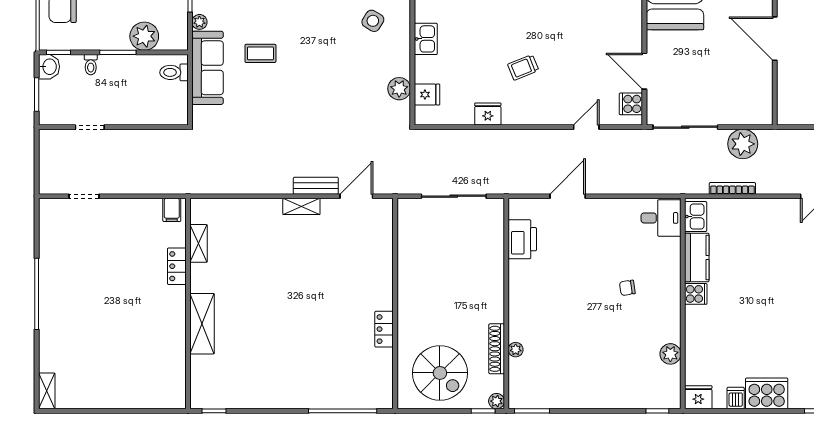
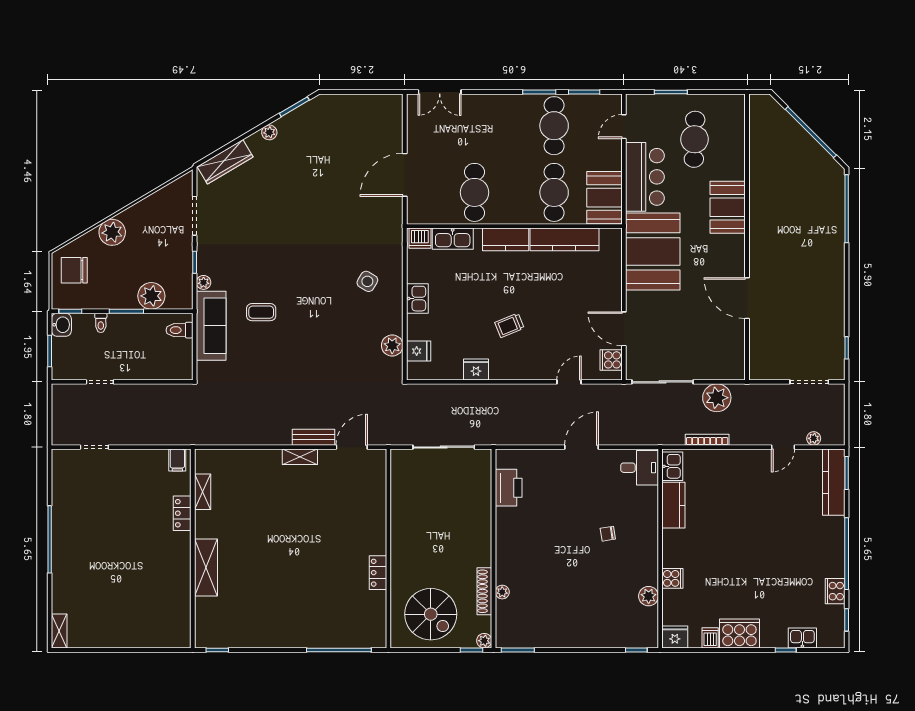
door: (568, 196) -> (582, 447), moved
cooker: (696, 294) -> (672, 578), moved

